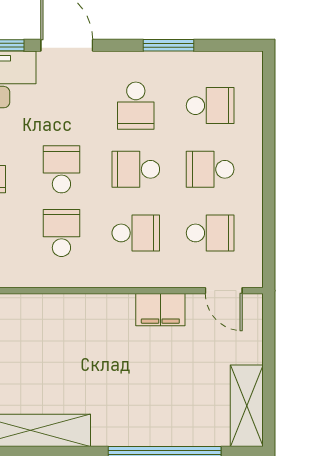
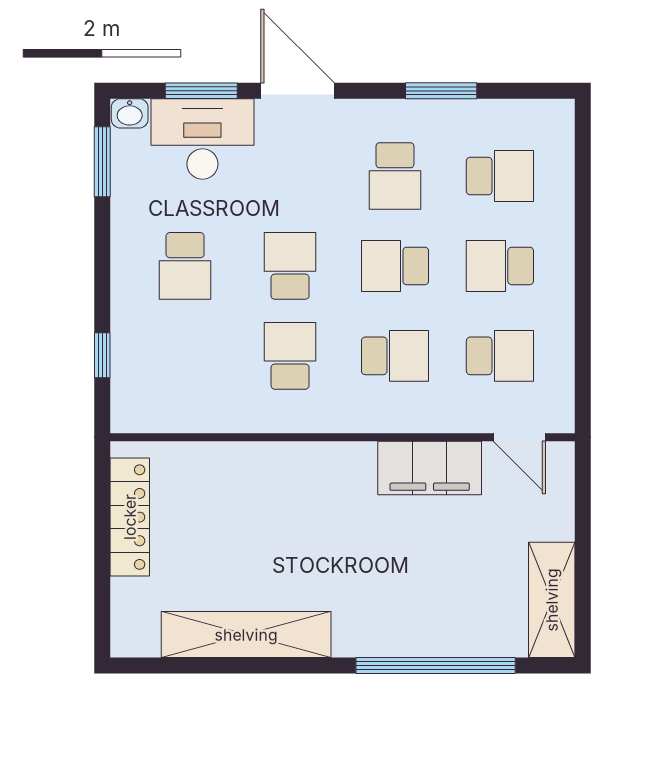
filing cabinet: (160, 310) -> (430, 468), width x1.50, depth x1.17

